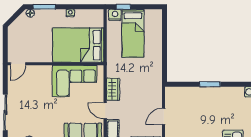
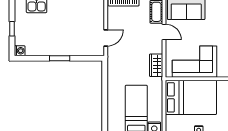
wardrobe: (113, 89) -> (156, 65), moved
door: (164, 117) -> (106, 38), moved

